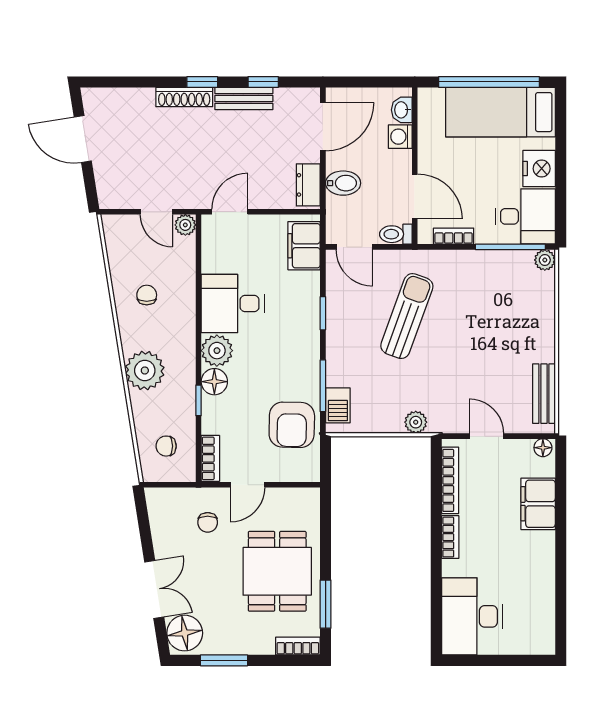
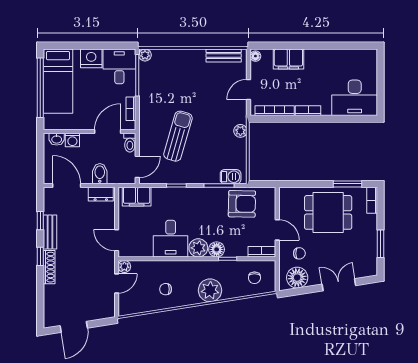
sun lounger: (407, 316) -> (178, 136), turned 86
floor lamp: (185, 633) -> (297, 278), moved

